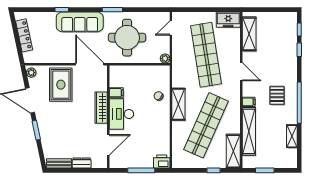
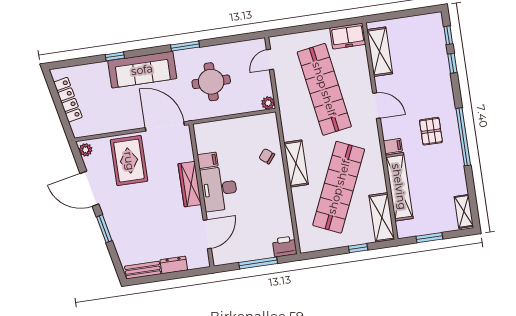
round table: (127, 38) -> (211, 82), width x0.73, depth x0.73
shelving: (292, 136) -> (464, 211), moved

